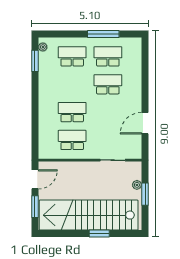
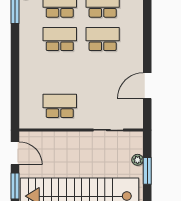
school desk: (72, 112) -> (60, 39), moved
door: (35, 179) -> (15, 153), hinge flipped

